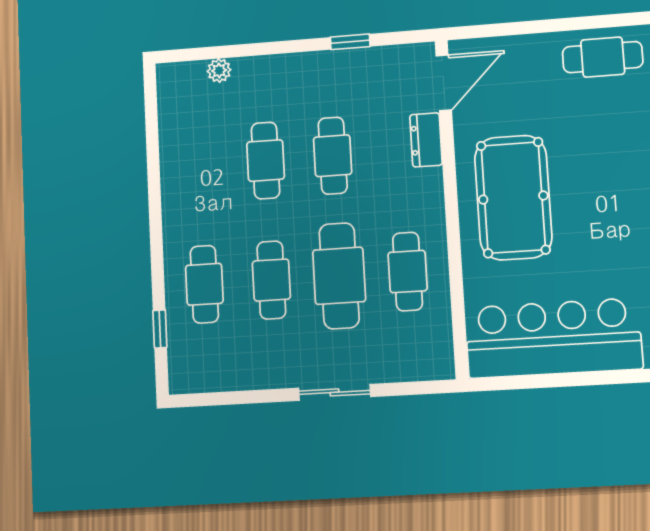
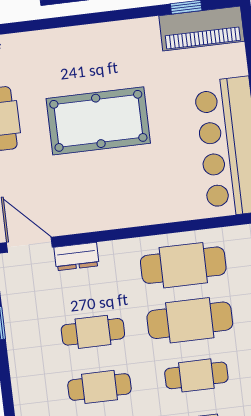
pool table: (513, 198) -> (98, 121), moved
cafe table: (408, 271) -> (183, 265), width x1.37, depth x1.35

